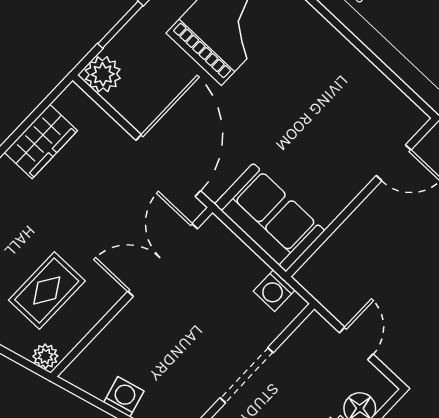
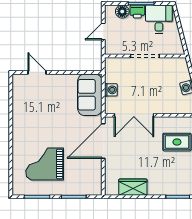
plant: (103, 74) -> (94, 188), removed
washing machine: (274, 291) -> (111, 90), moved

